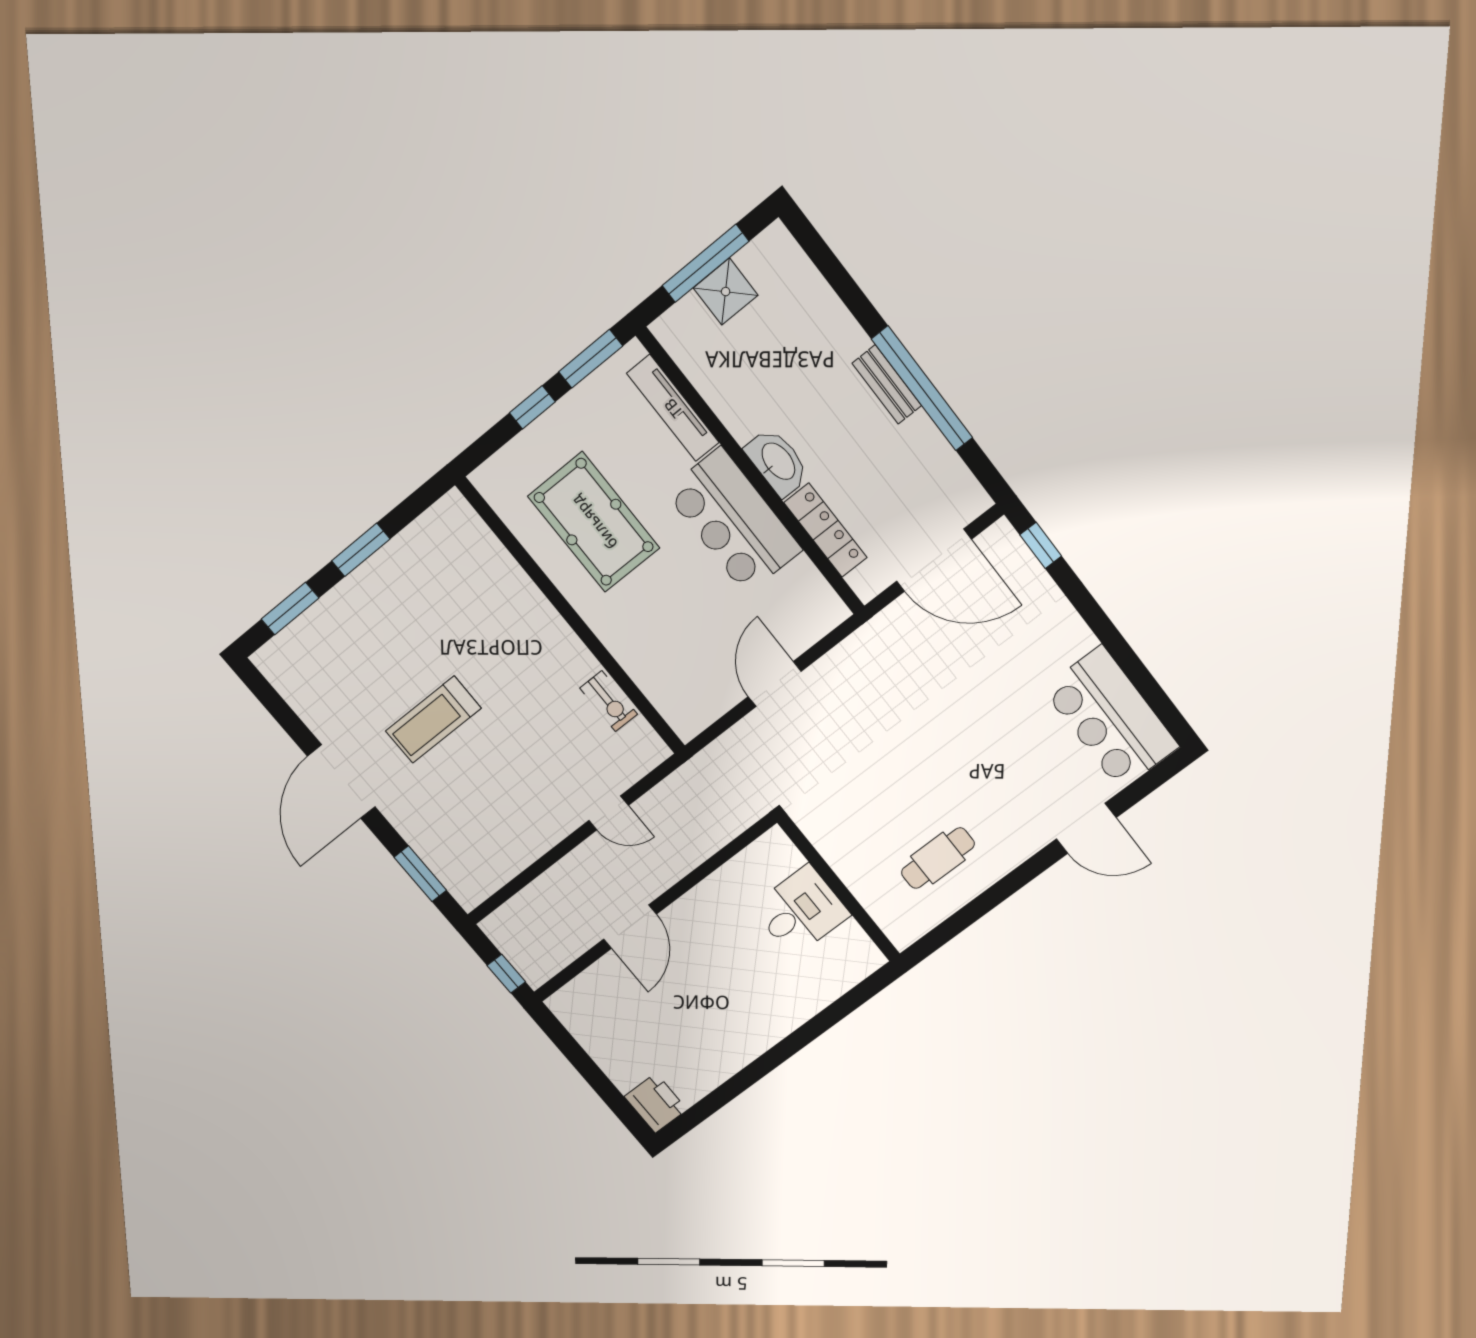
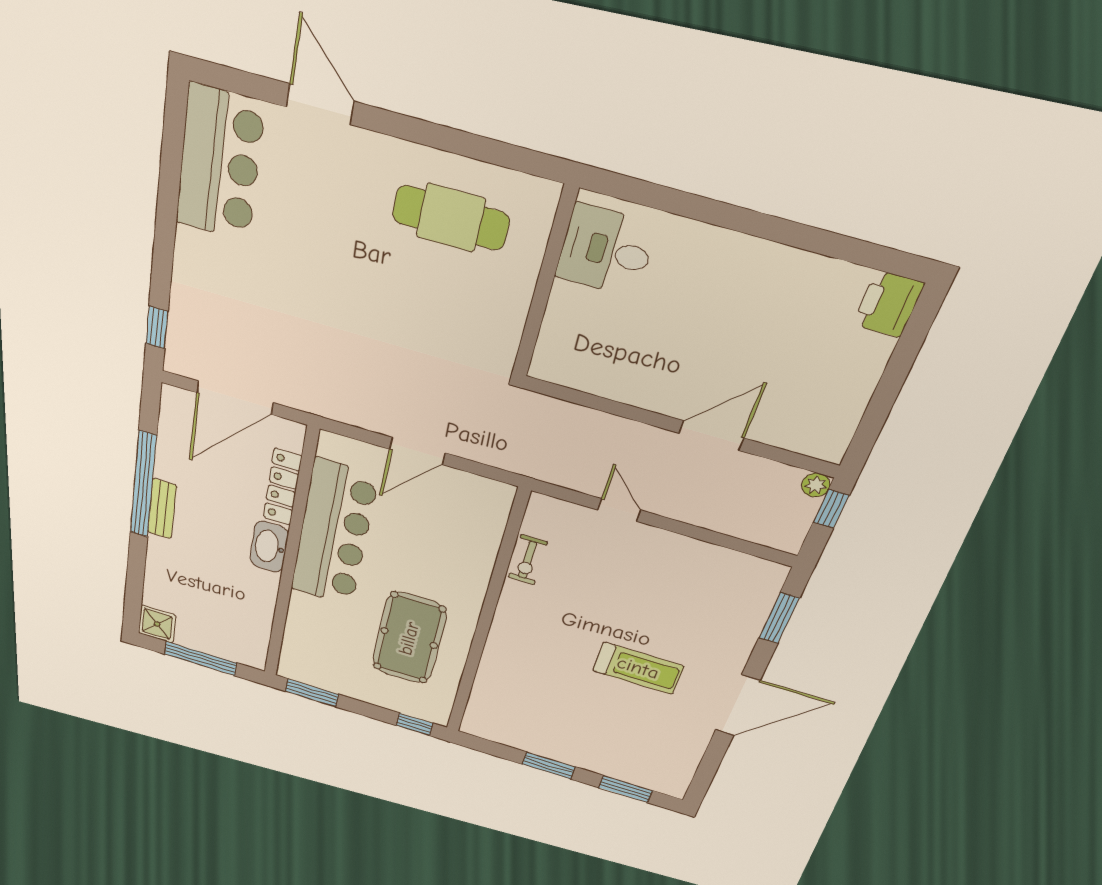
shower: (726, 292) -> (157, 624), moved
window: (532, 407) -> (415, 724), moved
tv unit: (673, 408) -> (296, 630), removed
bar counter: (734, 521) -> (334, 534), width x1.36
door: (934, 560) -> (235, 398), swing flipped
exercise bike: (609, 701) -> (528, 560), turned 180
cafe table: (938, 858) -> (451, 218), width x1.37, depth x1.35
desk: (801, 911) -> (606, 251), moved
plant: (536, 975) -> (816, 485), added

